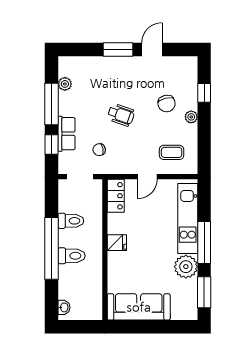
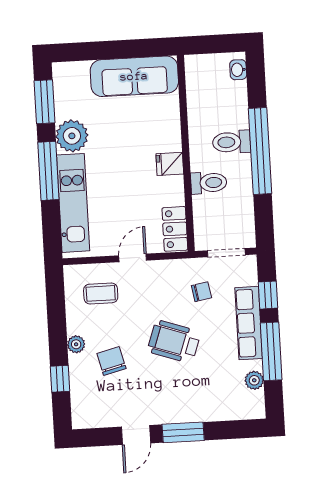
wheelchair: (121, 115) -> (174, 342), width x1.36, depth x1.37
row of seats: (67, 134) -> (249, 323), width x1.48
toilet: (71, 221) -> (209, 183), moved, turned 180

